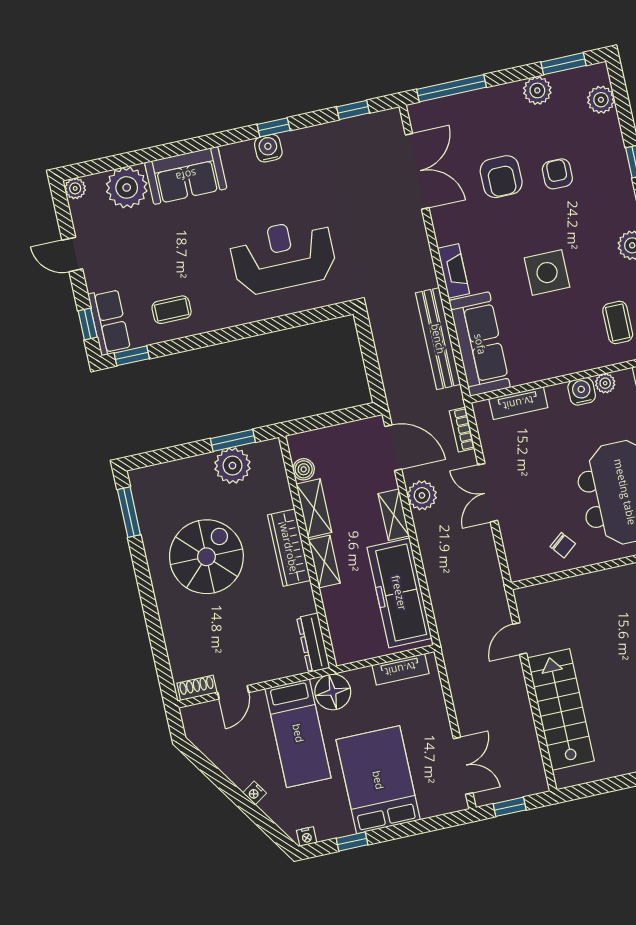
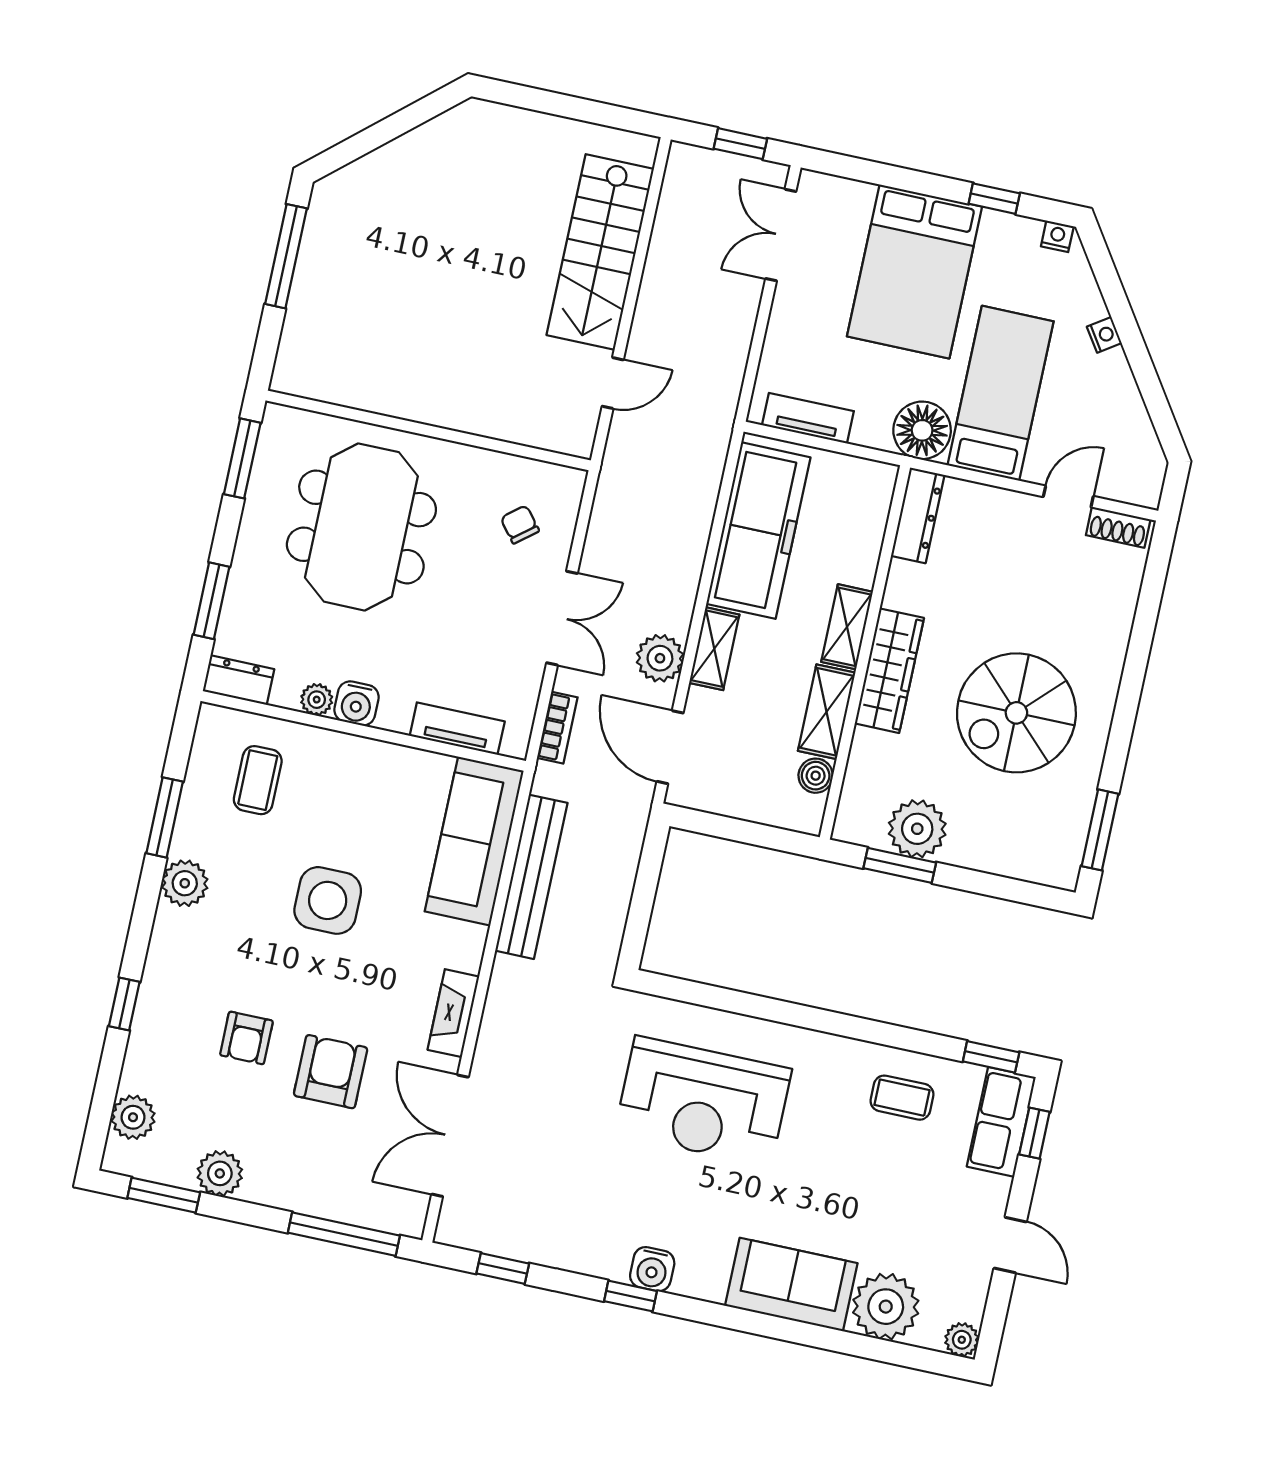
fireplace: (453, 271) -> (453, 1013), moved
chair: (563, 545) -> (520, 524), moved

